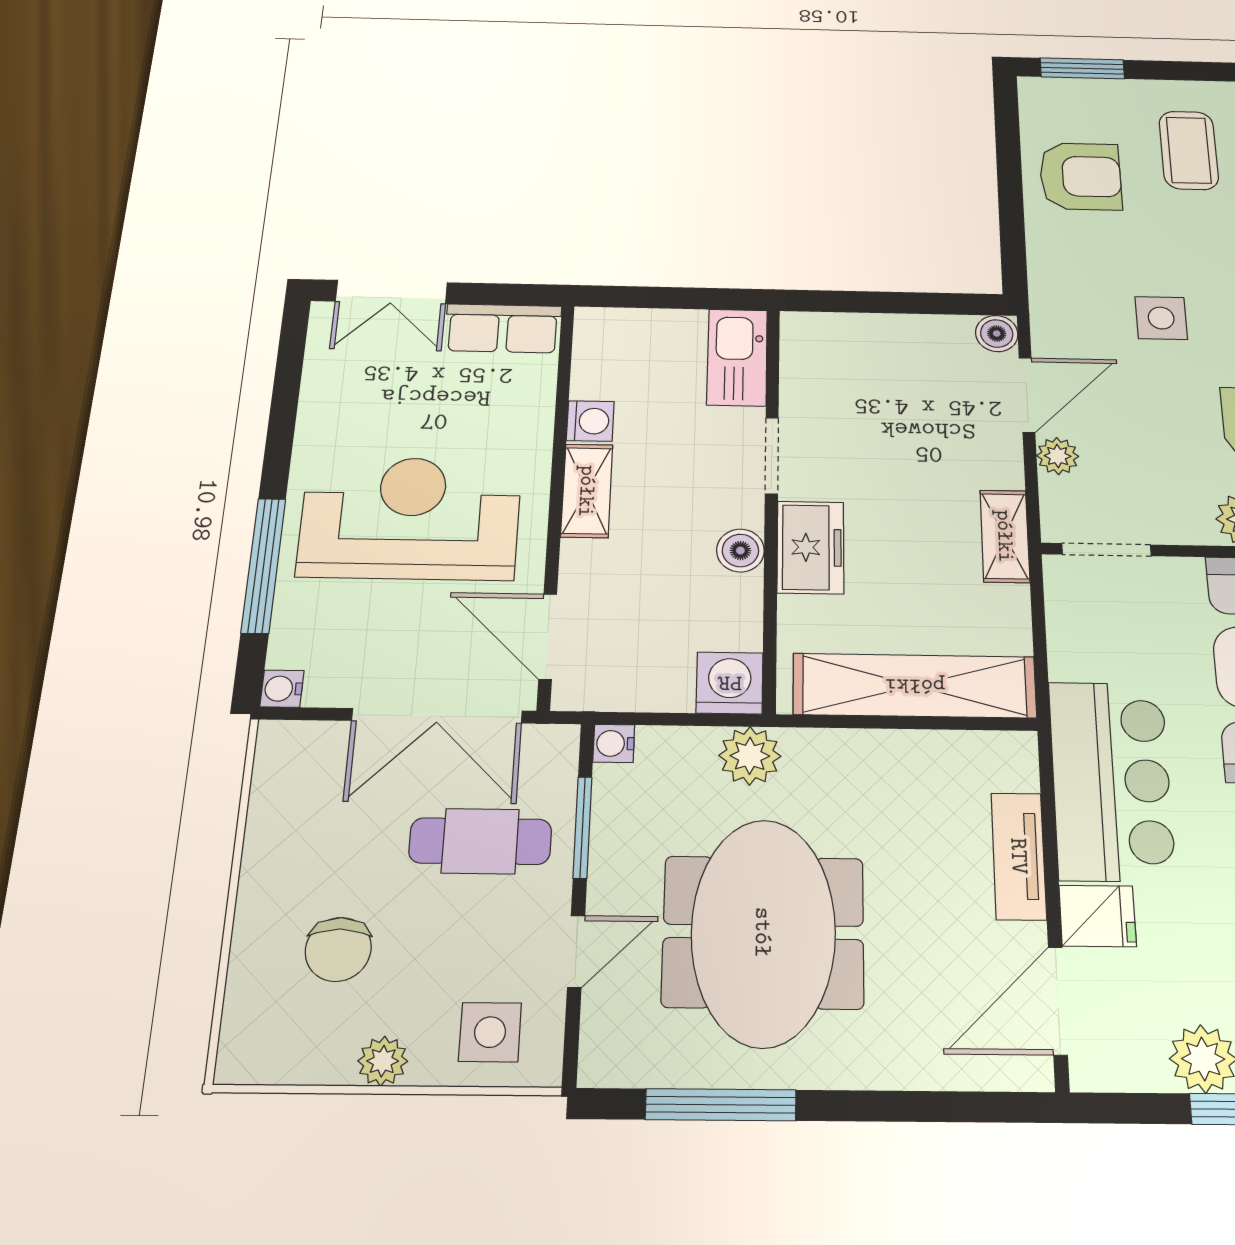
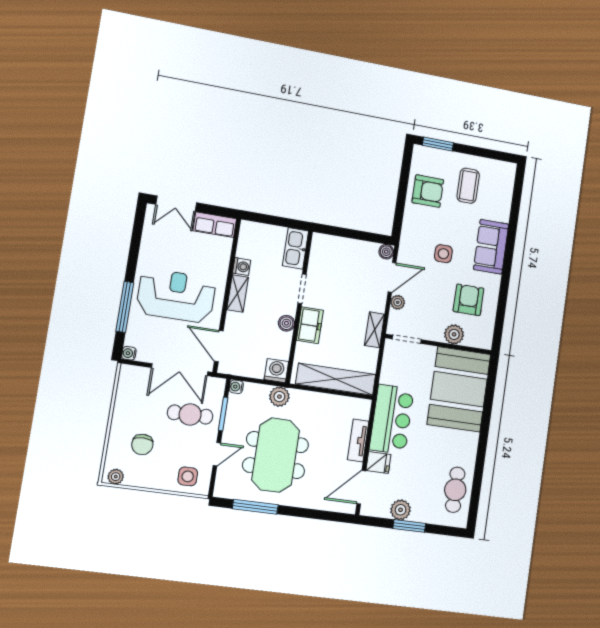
plant: (383, 1061) -> (116, 477), moved

